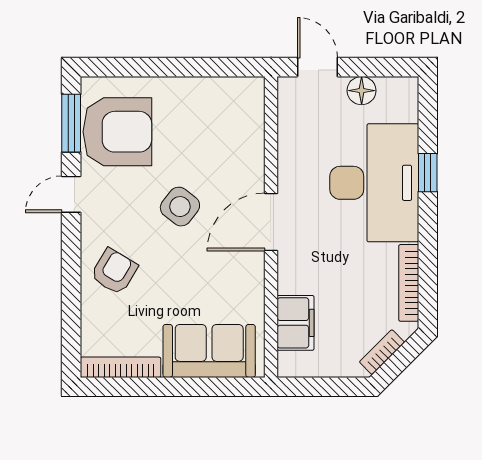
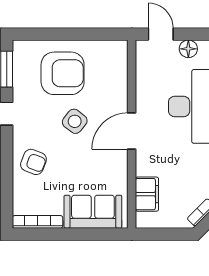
armchair: (117, 132) -> (63, 73), moved
armchair: (114, 271) -> (33, 162), turned 80

